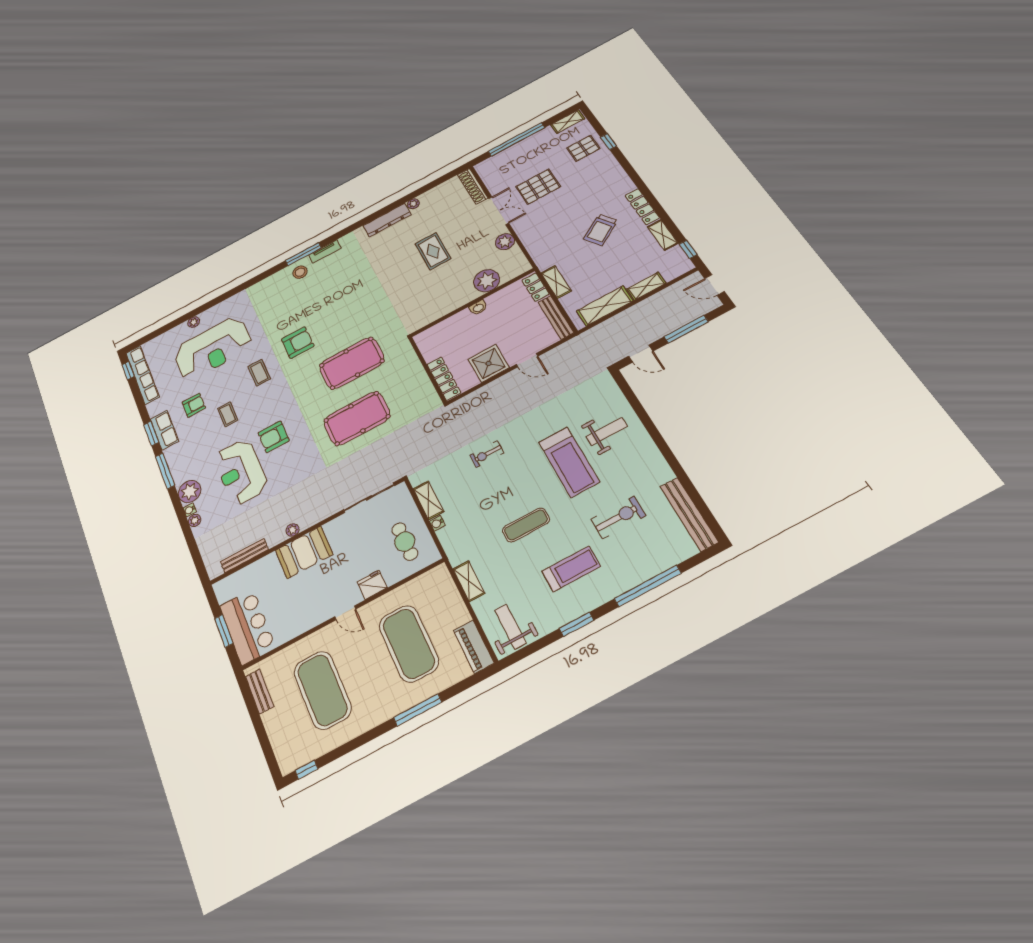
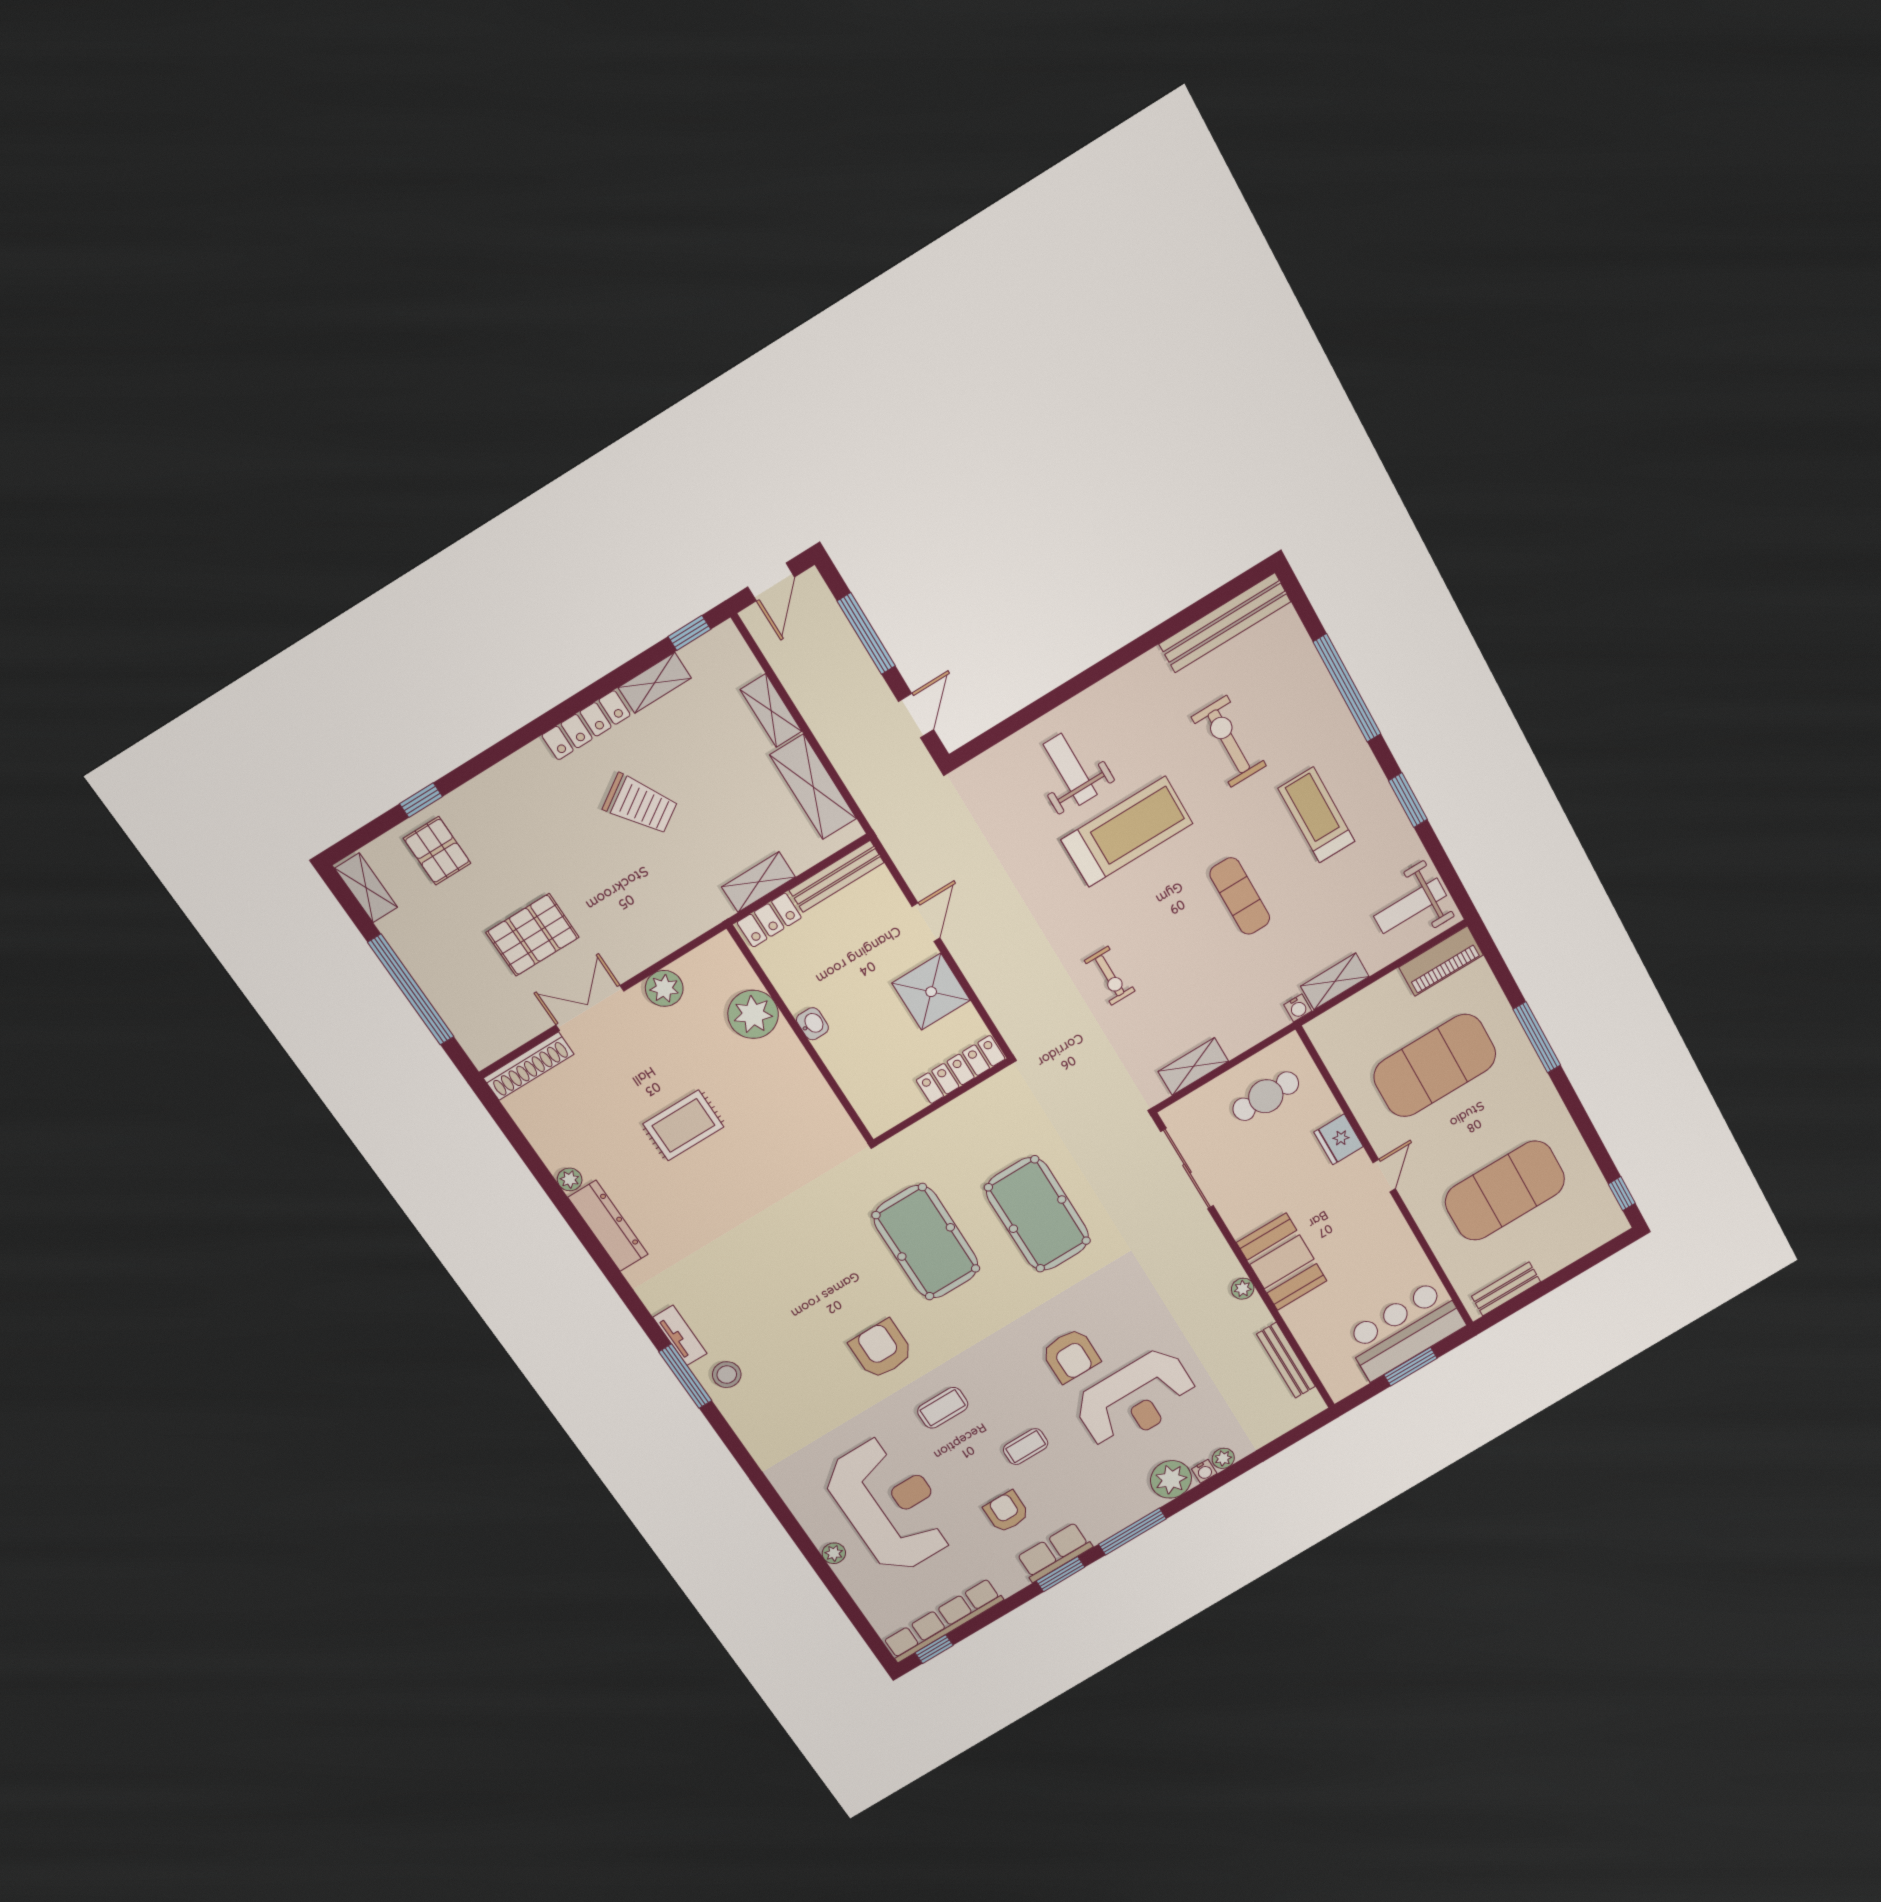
pallet: (538, 187) -> (533, 935), turned 90
water cooler: (437, 523) -> (1298, 1008), moved

